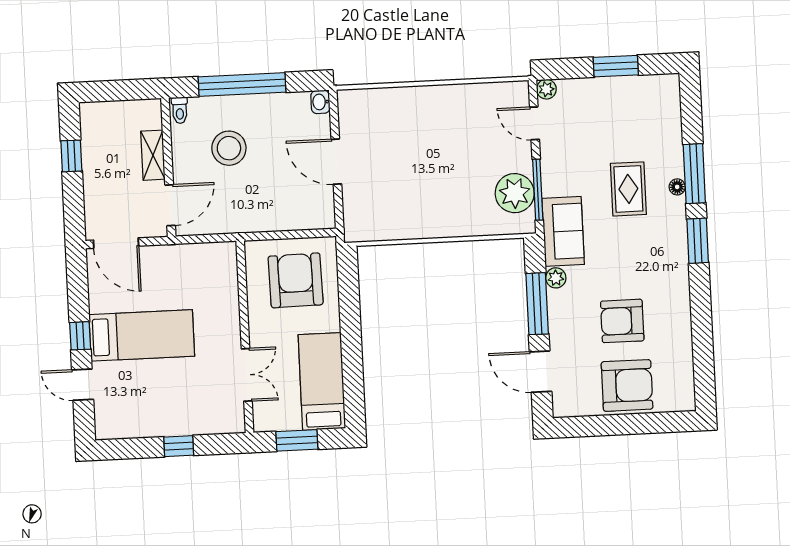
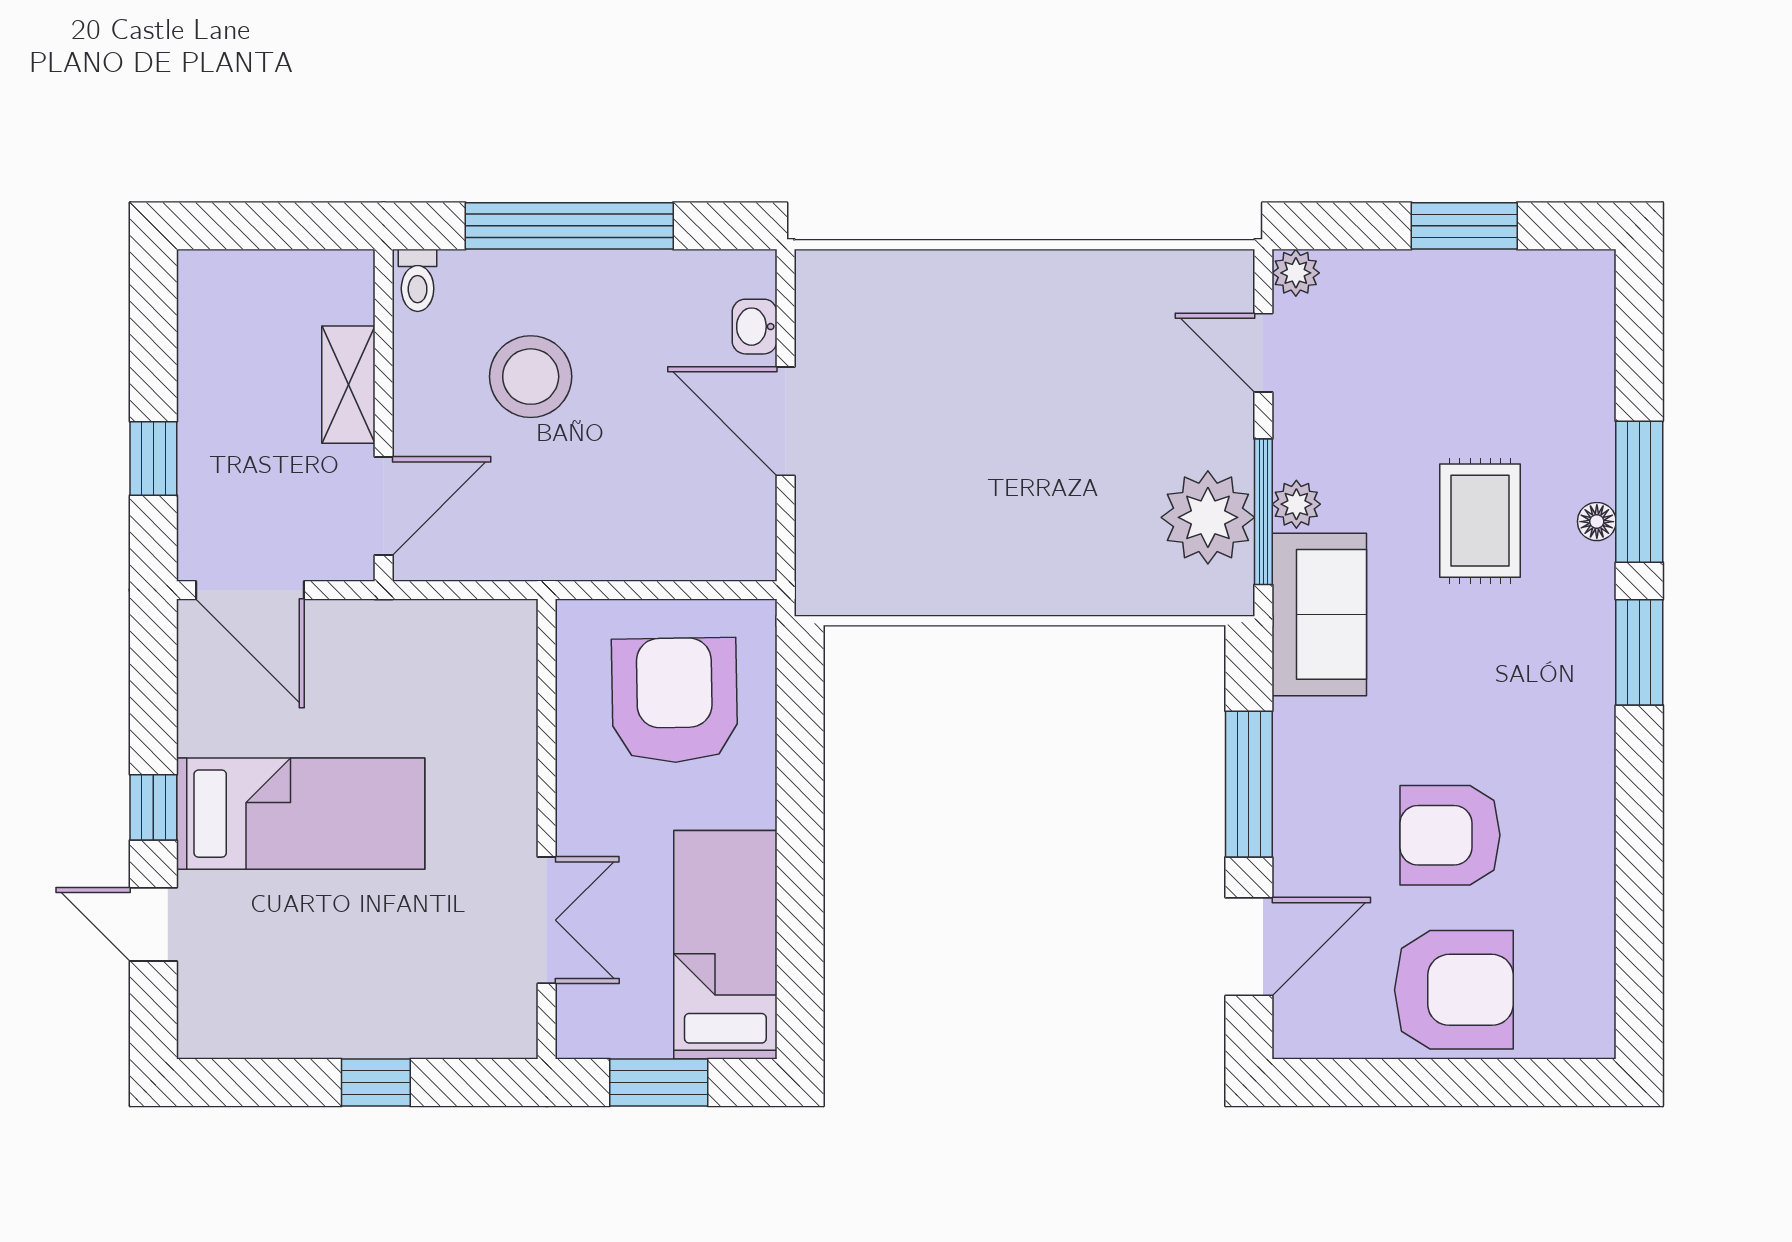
washbasin: (320, 102) -> (755, 327), moved
window: (71, 156) -> (153, 459), moved
plant: (556, 278) -> (1296, 504), moved
door: (541, 372) -> (1249, 947), swing flipped

